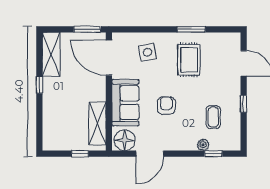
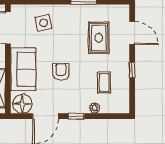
rug: (189, 60) -> (99, 38), moved
window: (213, 154) -> (76, 116), moved

